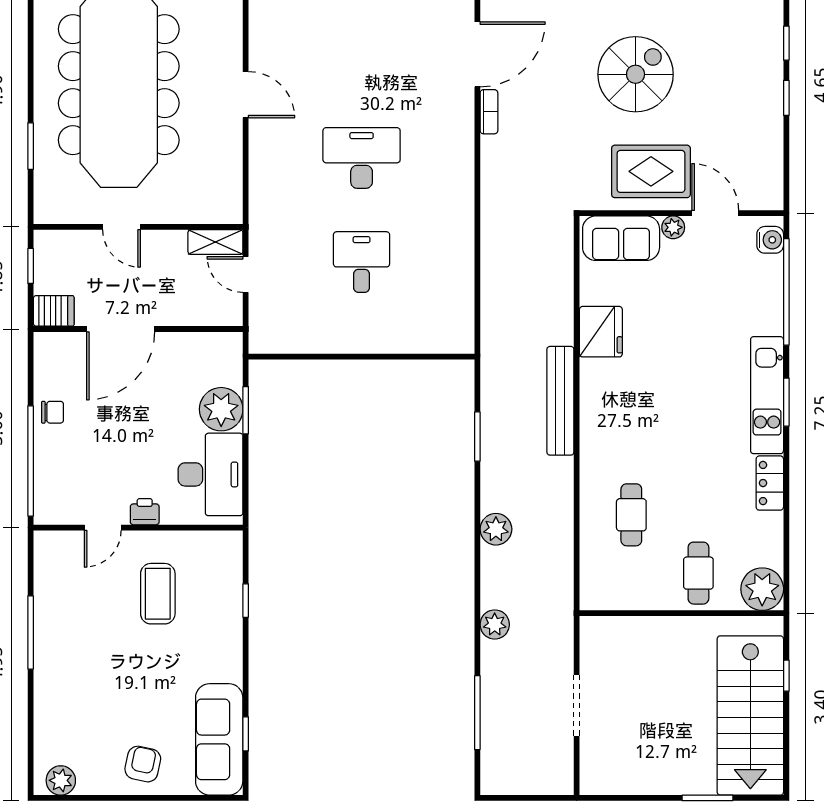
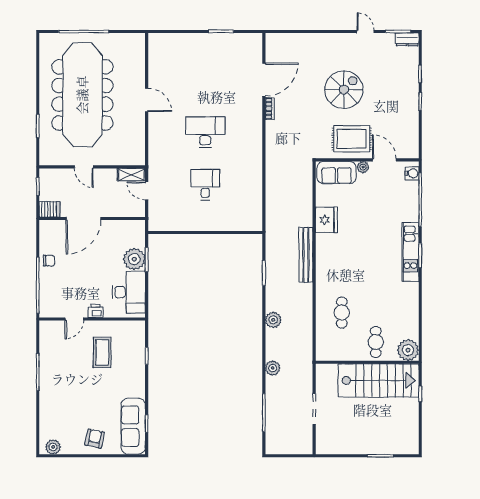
locker: (770, 483) -> (412, 296), removed
stairs: (750, 716) -> (378, 380), moved, turned -90

